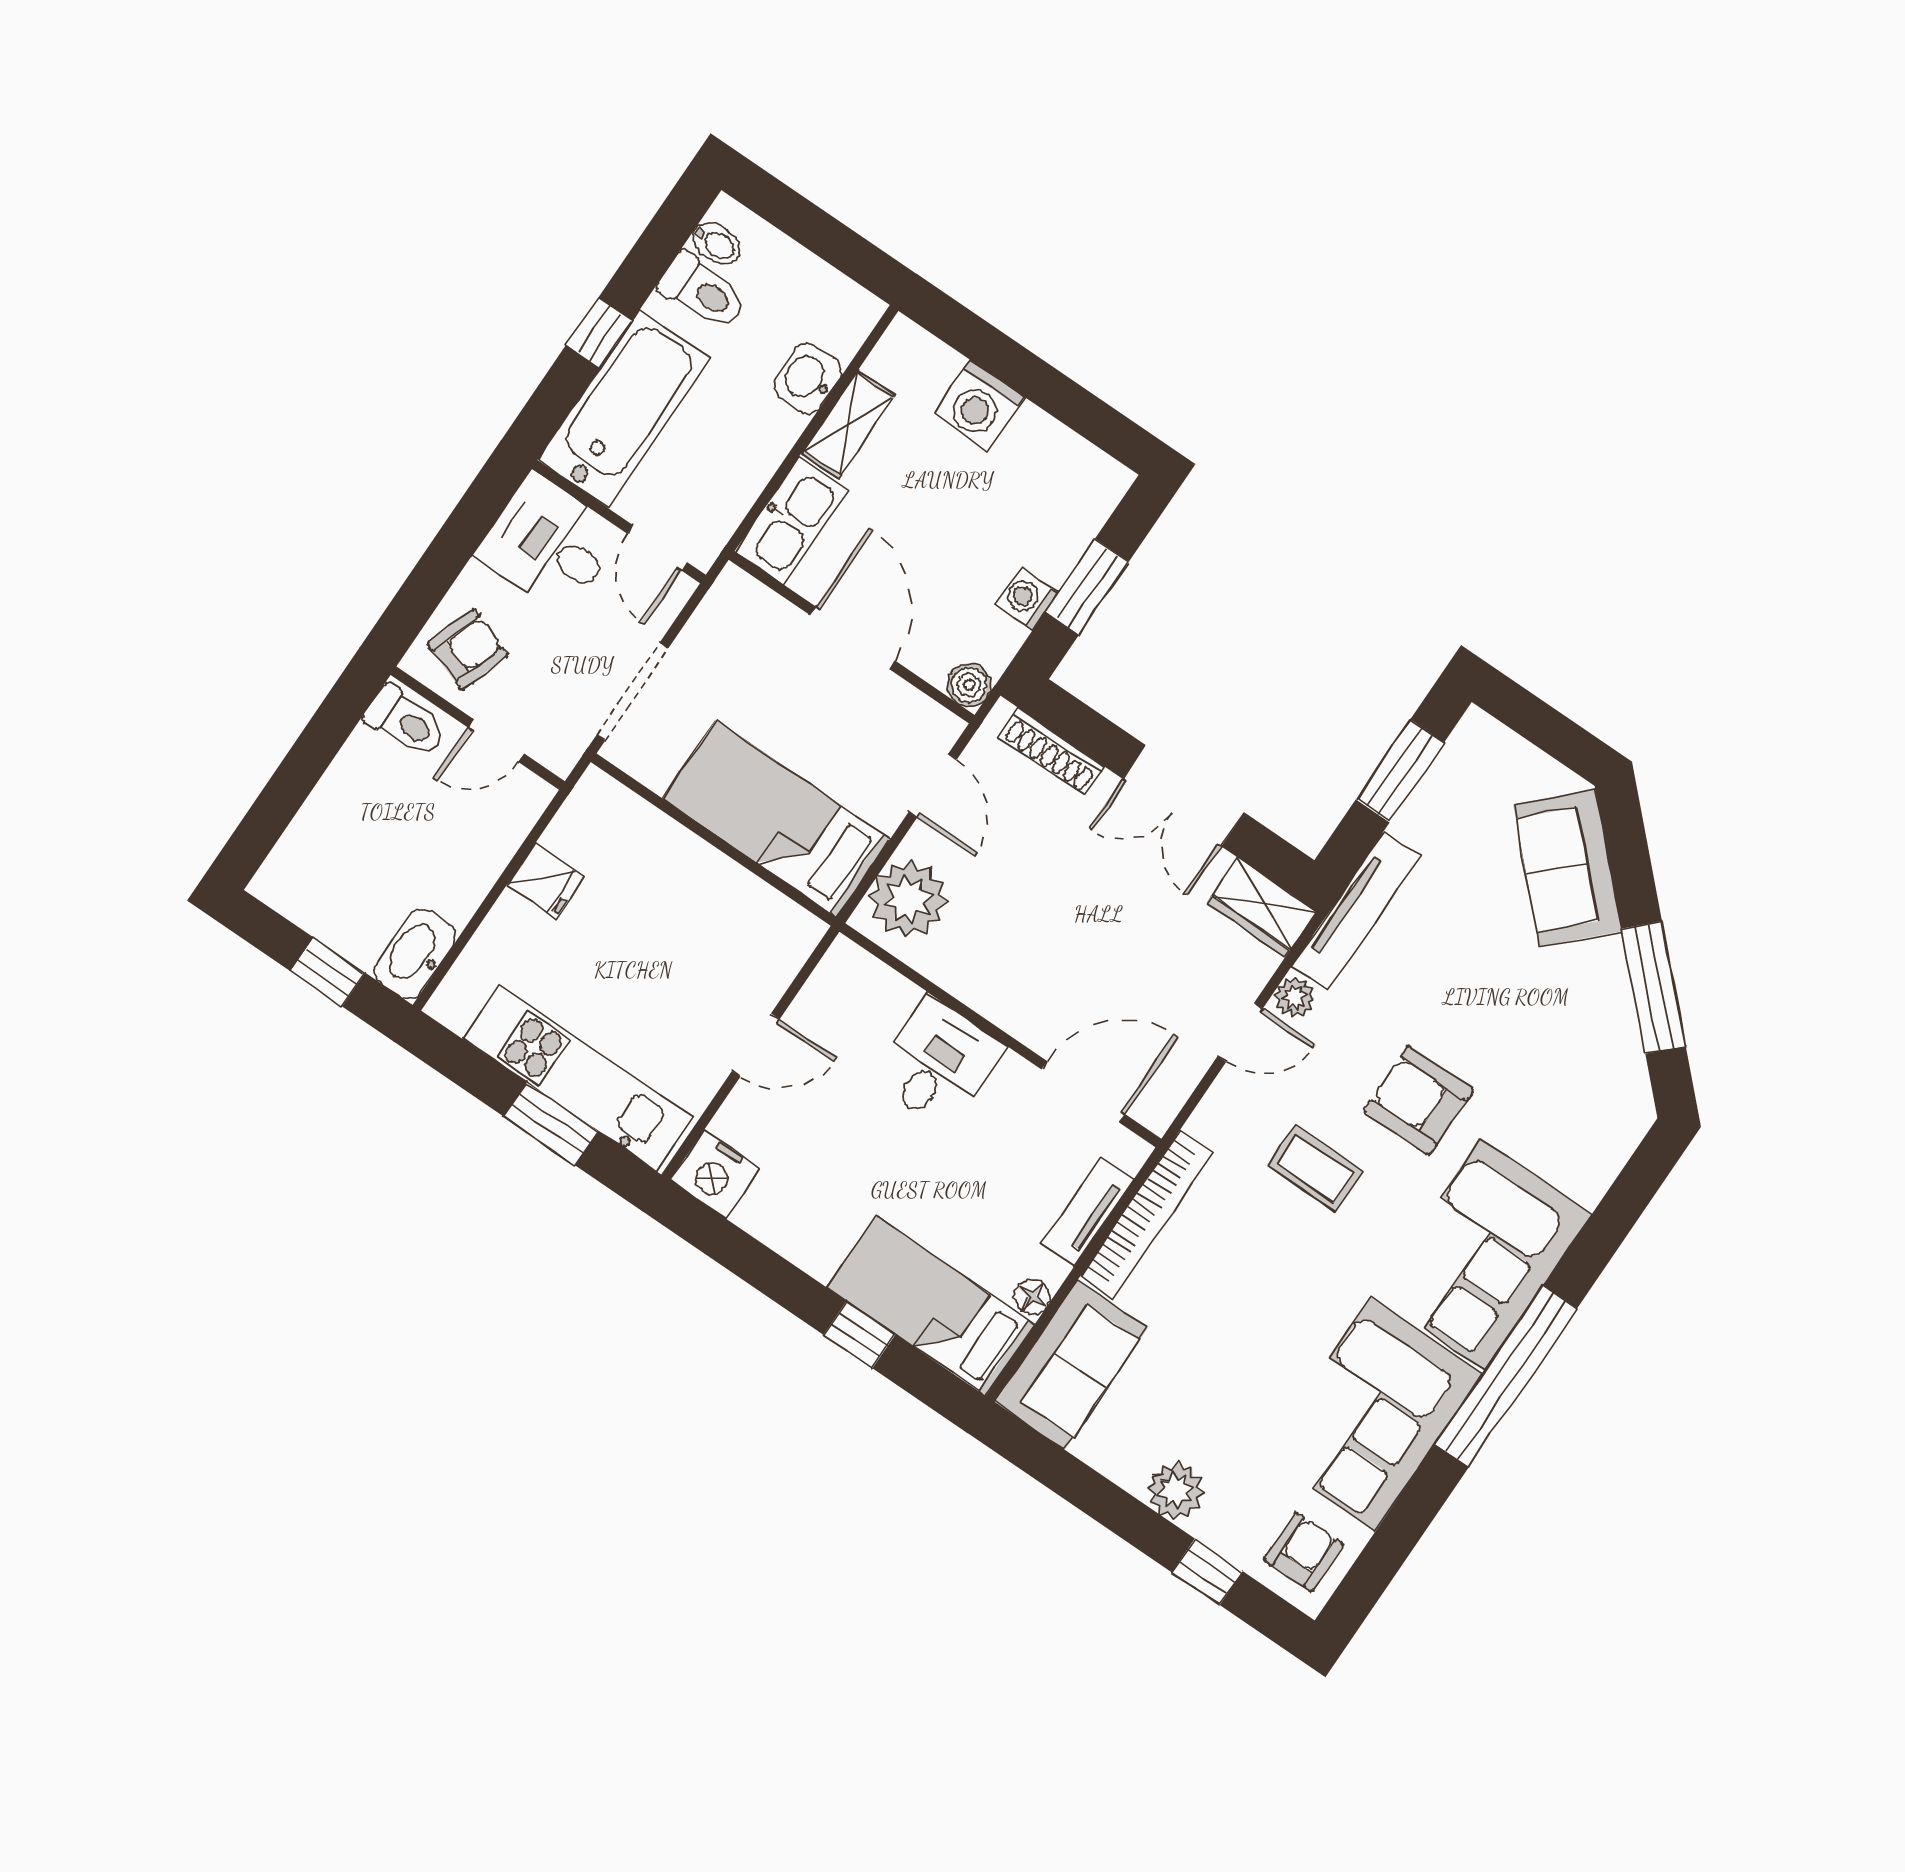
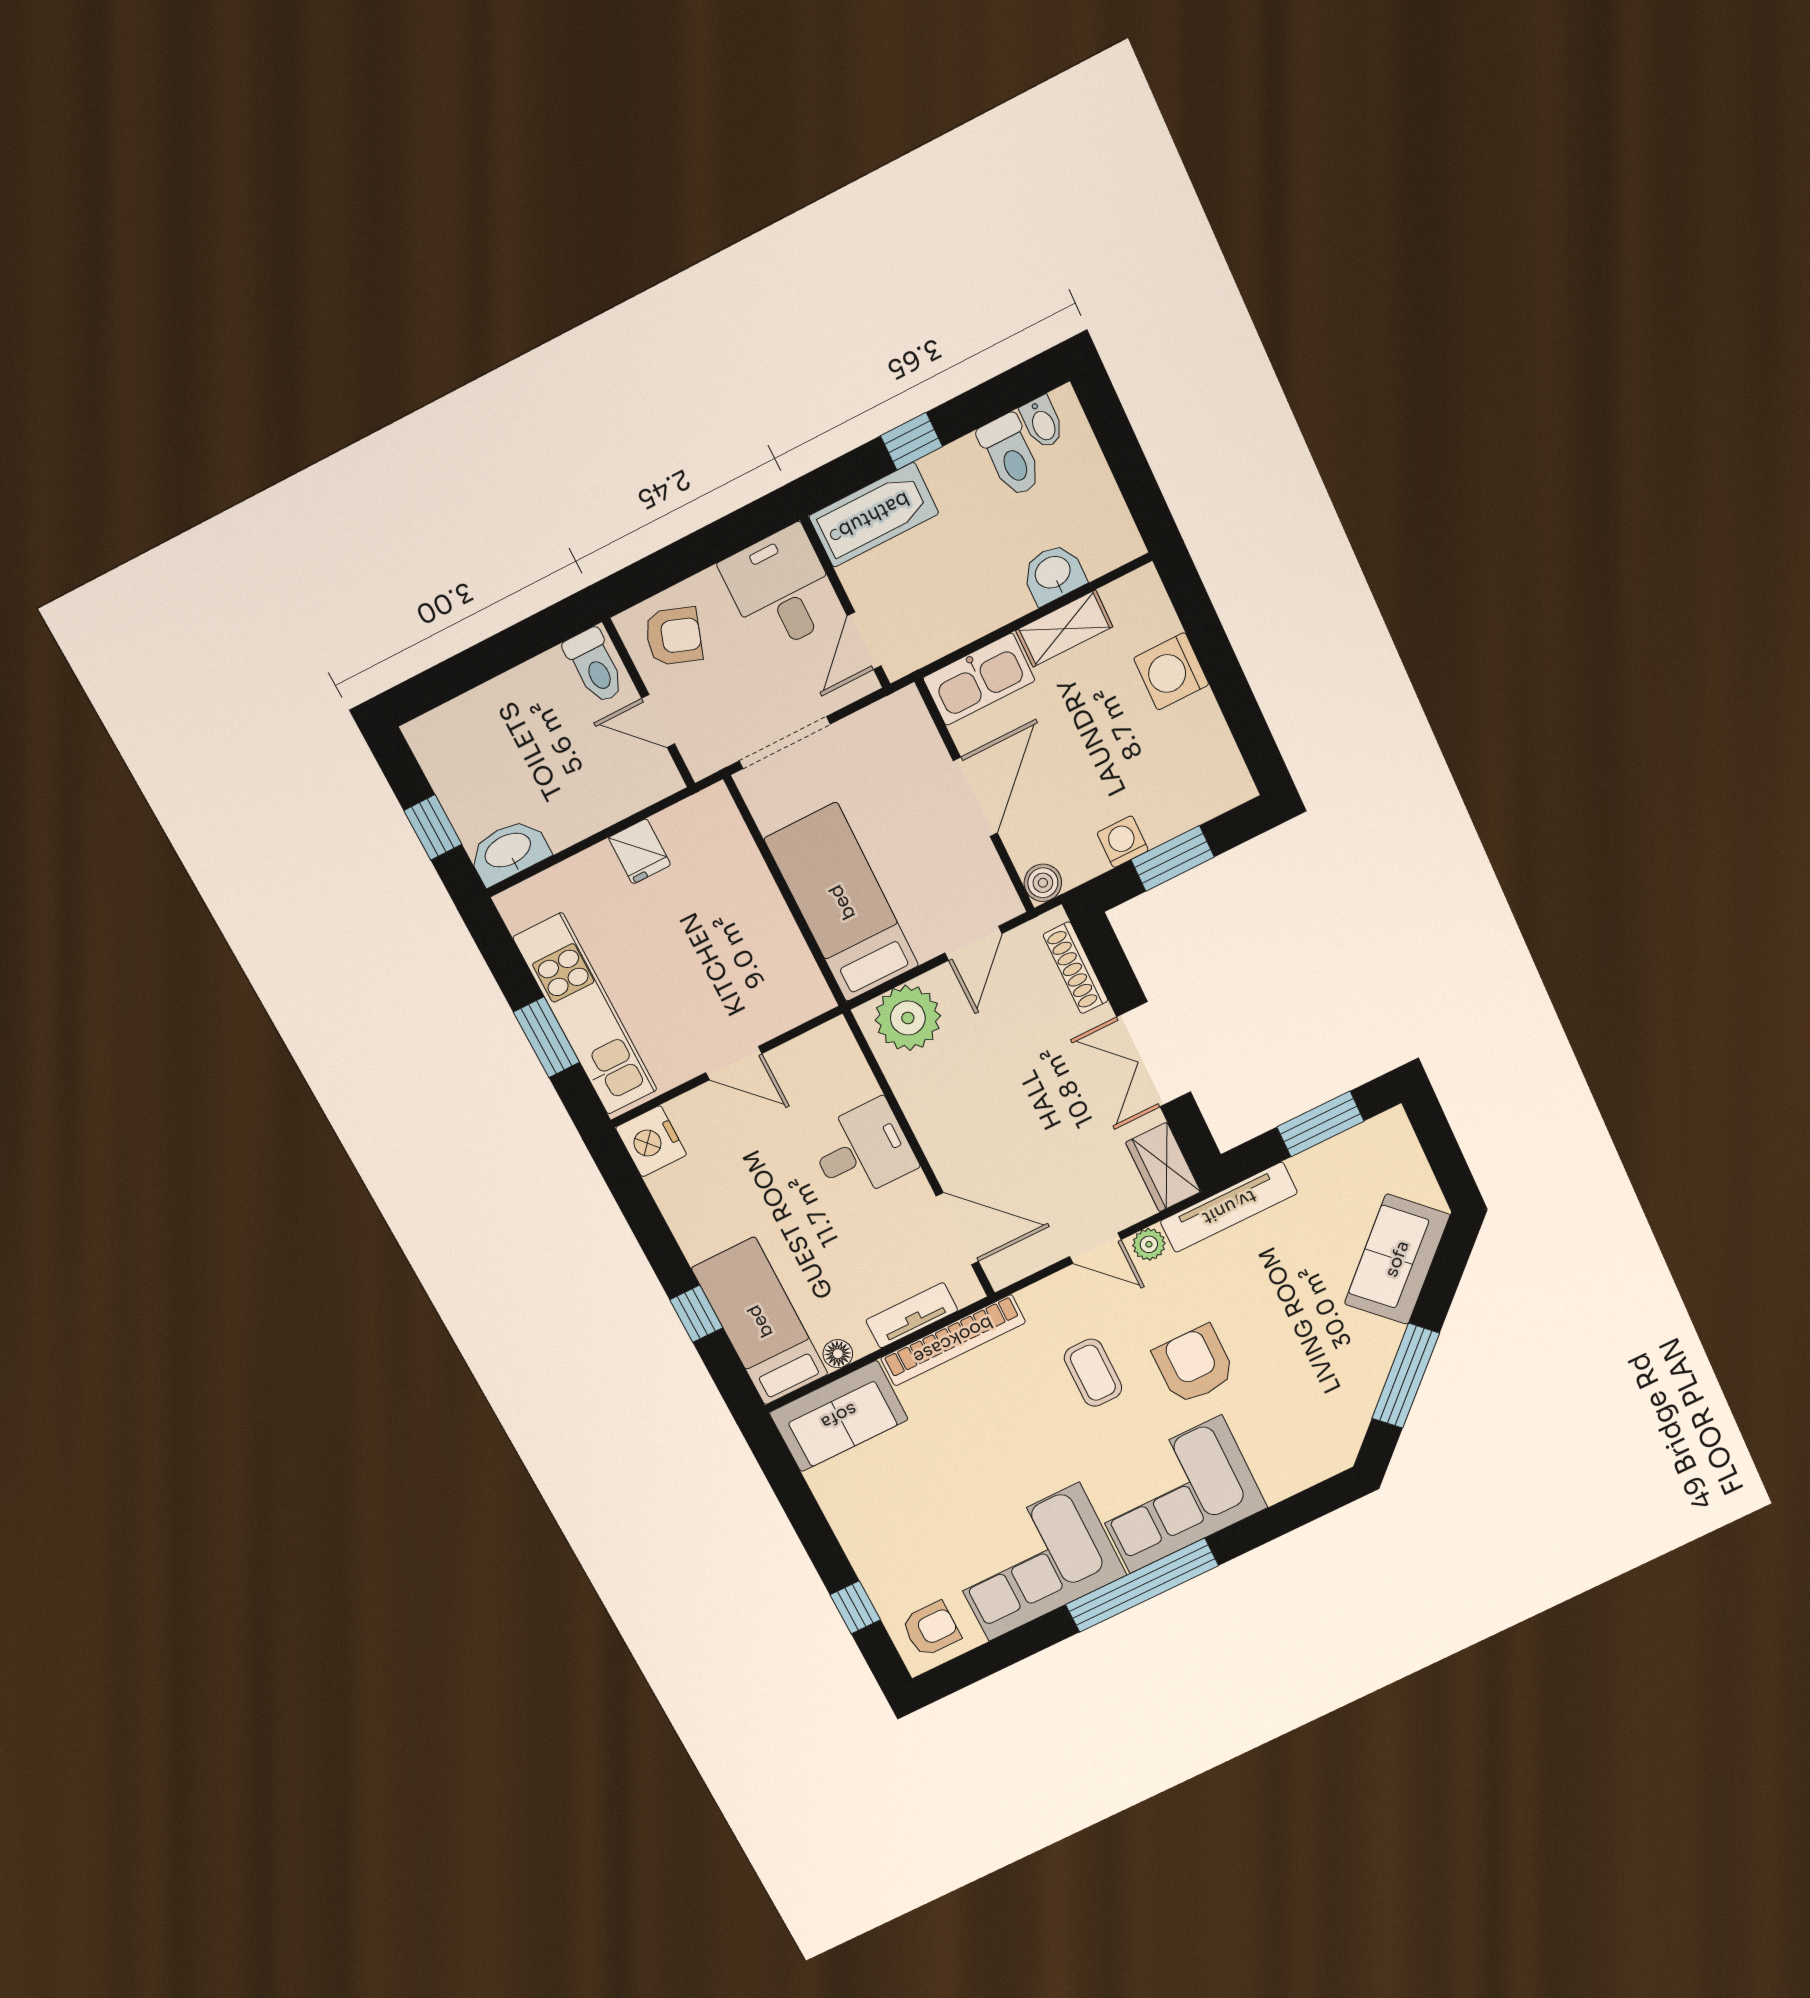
bathtub: (624, 409) -> (874, 515), width x0.73, depth x0.73
plant: (1176, 1491) -> (865, 1541), removed

